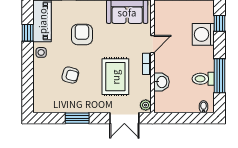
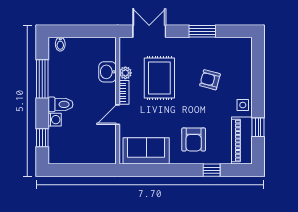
armchair: (82, 34) -> (194, 139), moved
washing machine: (203, 34) -> (55, 120), width x0.53, depth x0.53
toilet: (203, 79) -> (61, 104), moved
plant: (146, 105) -> (125, 73), moved

